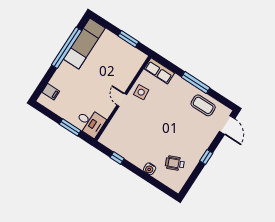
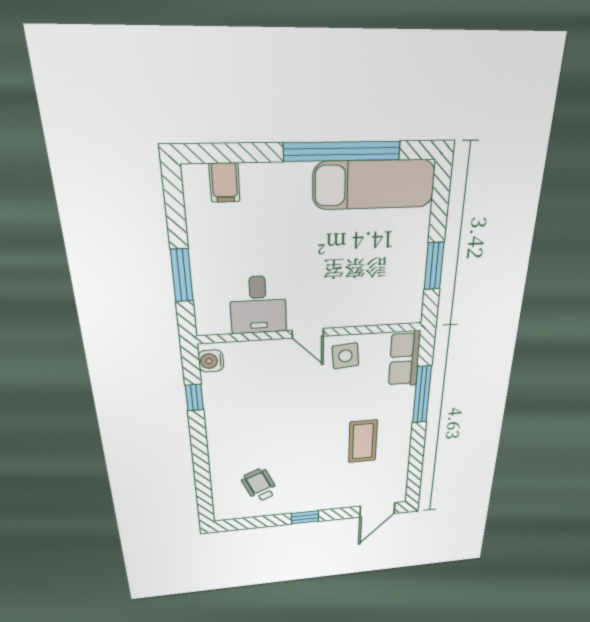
window: (196, 82) -> (422, 395), moved
door: (122, 100) -> (308, 333), swing flipped
coffee table: (203, 105) -> (363, 441), moved
desk: (90, 122) -> (258, 305), moved
water cooler: (150, 169) -> (211, 361), moved

